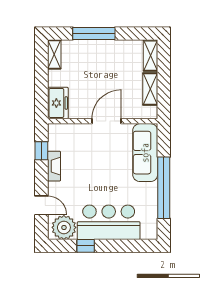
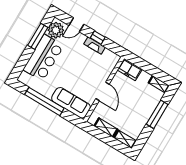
window: (41, 151) -> (98, 38), moved
window: (86, 246) -> (38, 36), width x2.17

